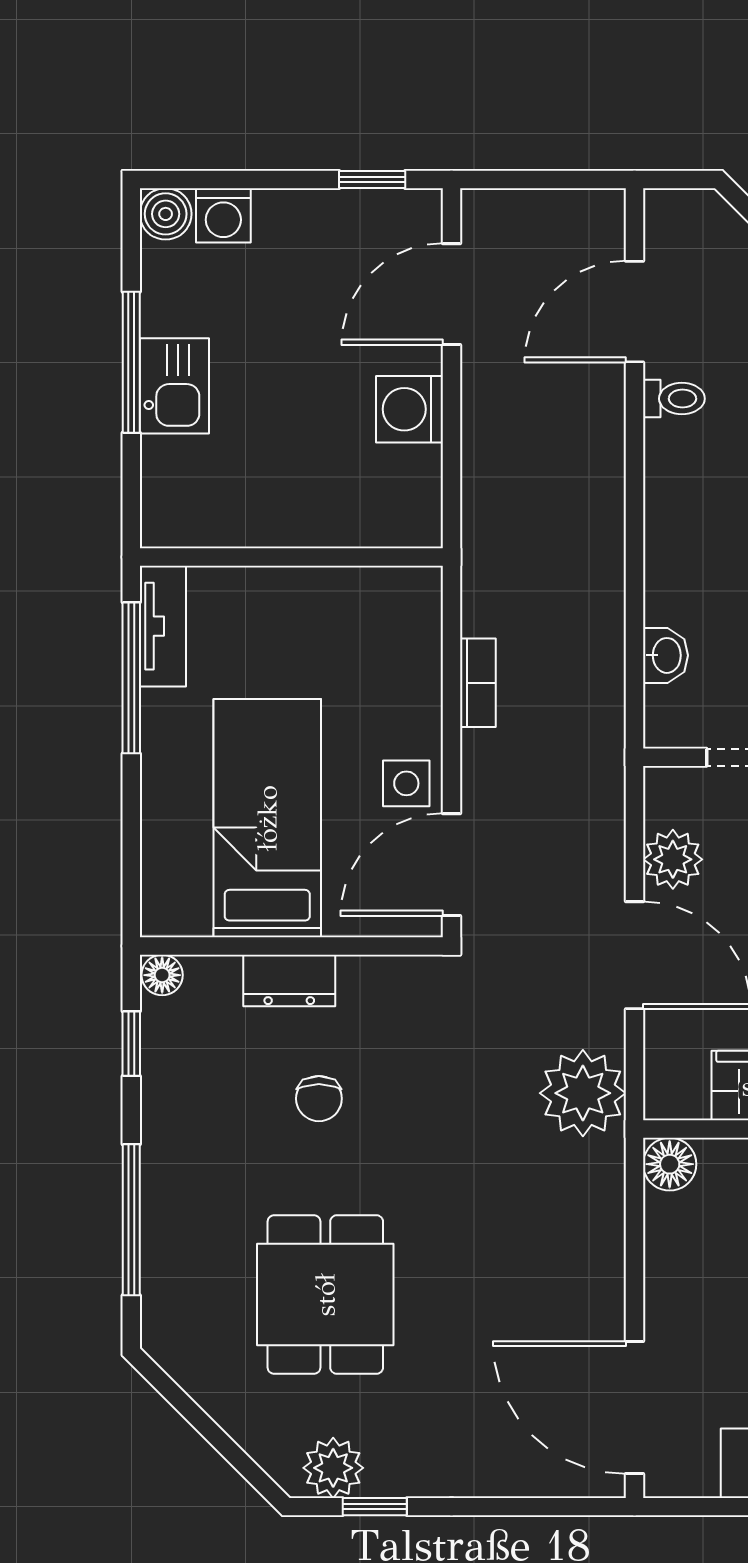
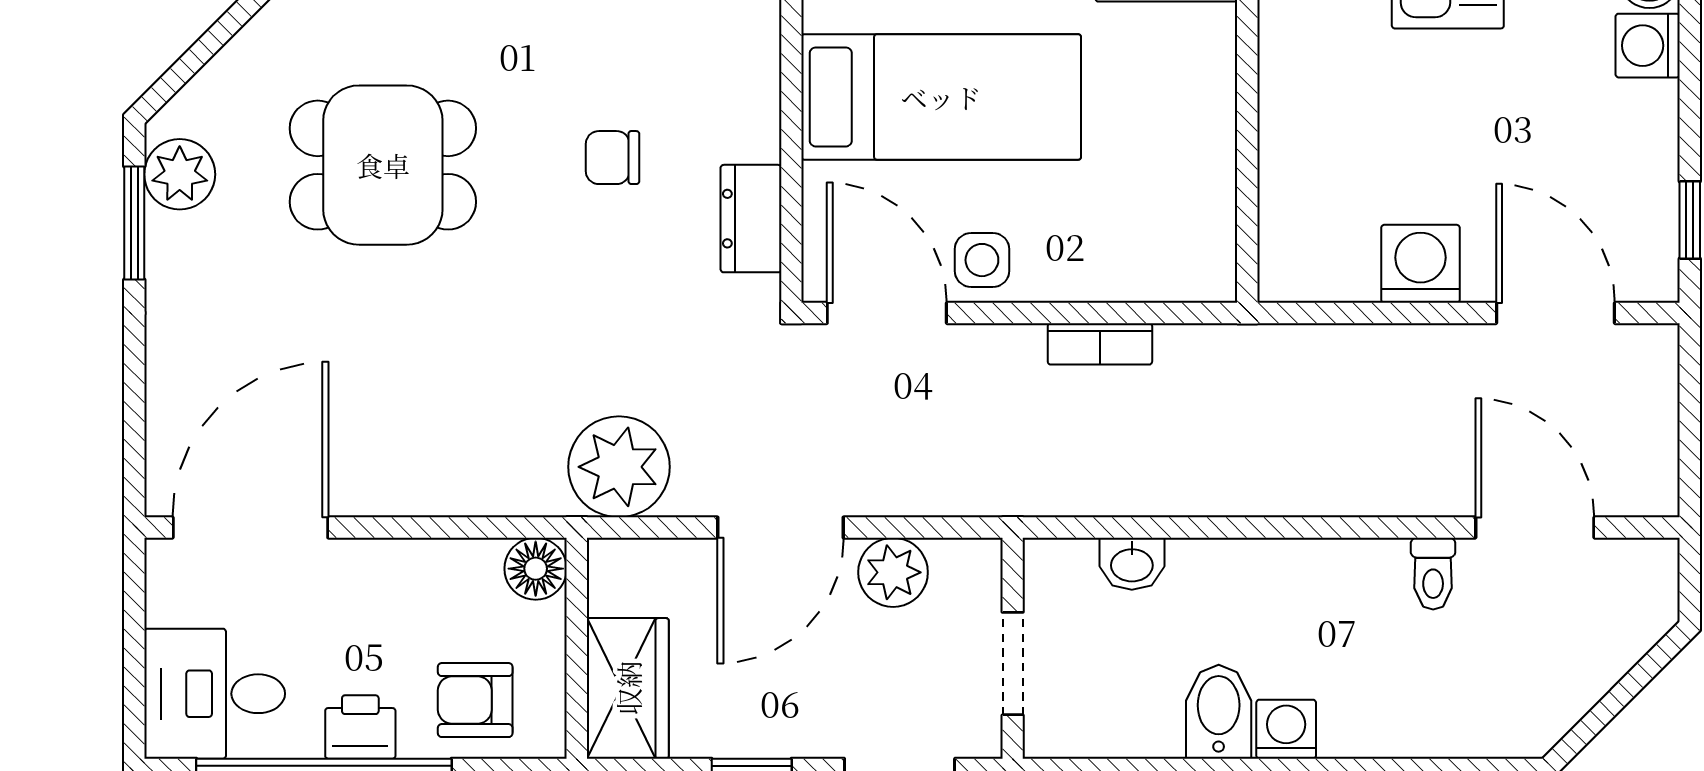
dresser: (289, 980) -> (751, 219), moved
window: (375, 1507) -> (134, 223), width x1.50

